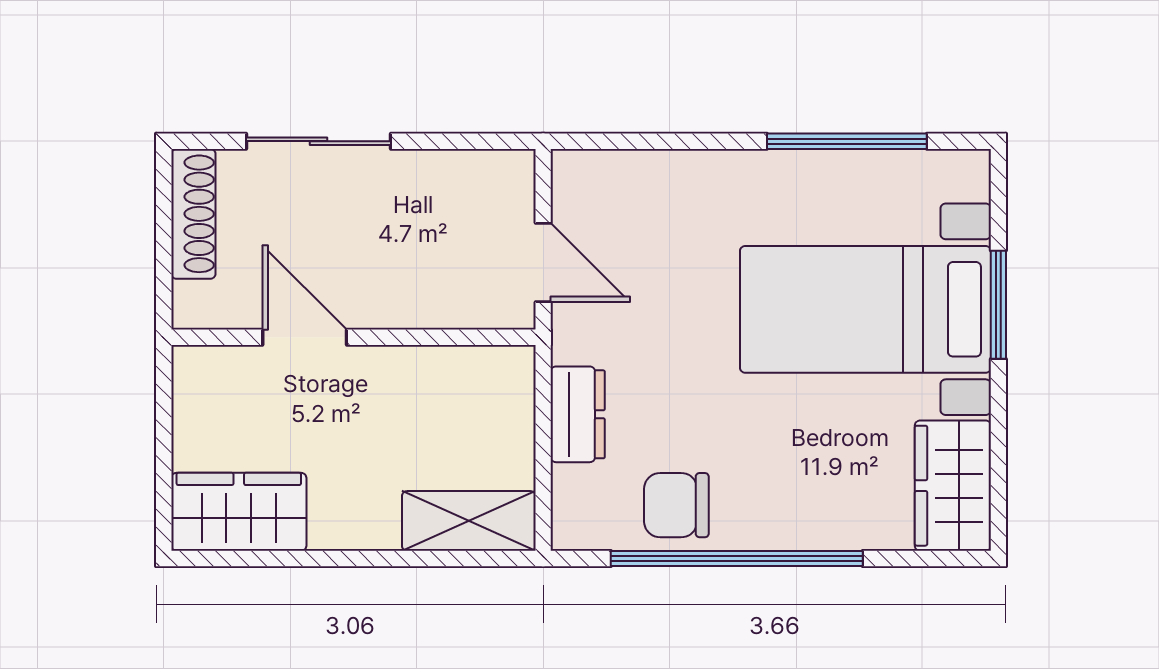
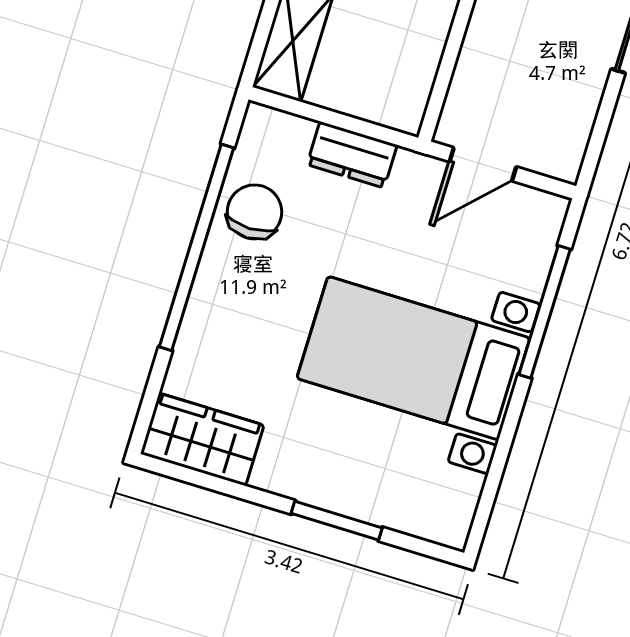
window: (847, 141) -> (545, 312), moved
bed with nightstands: (865, 309) -> (413, 358), moved, turned -90

